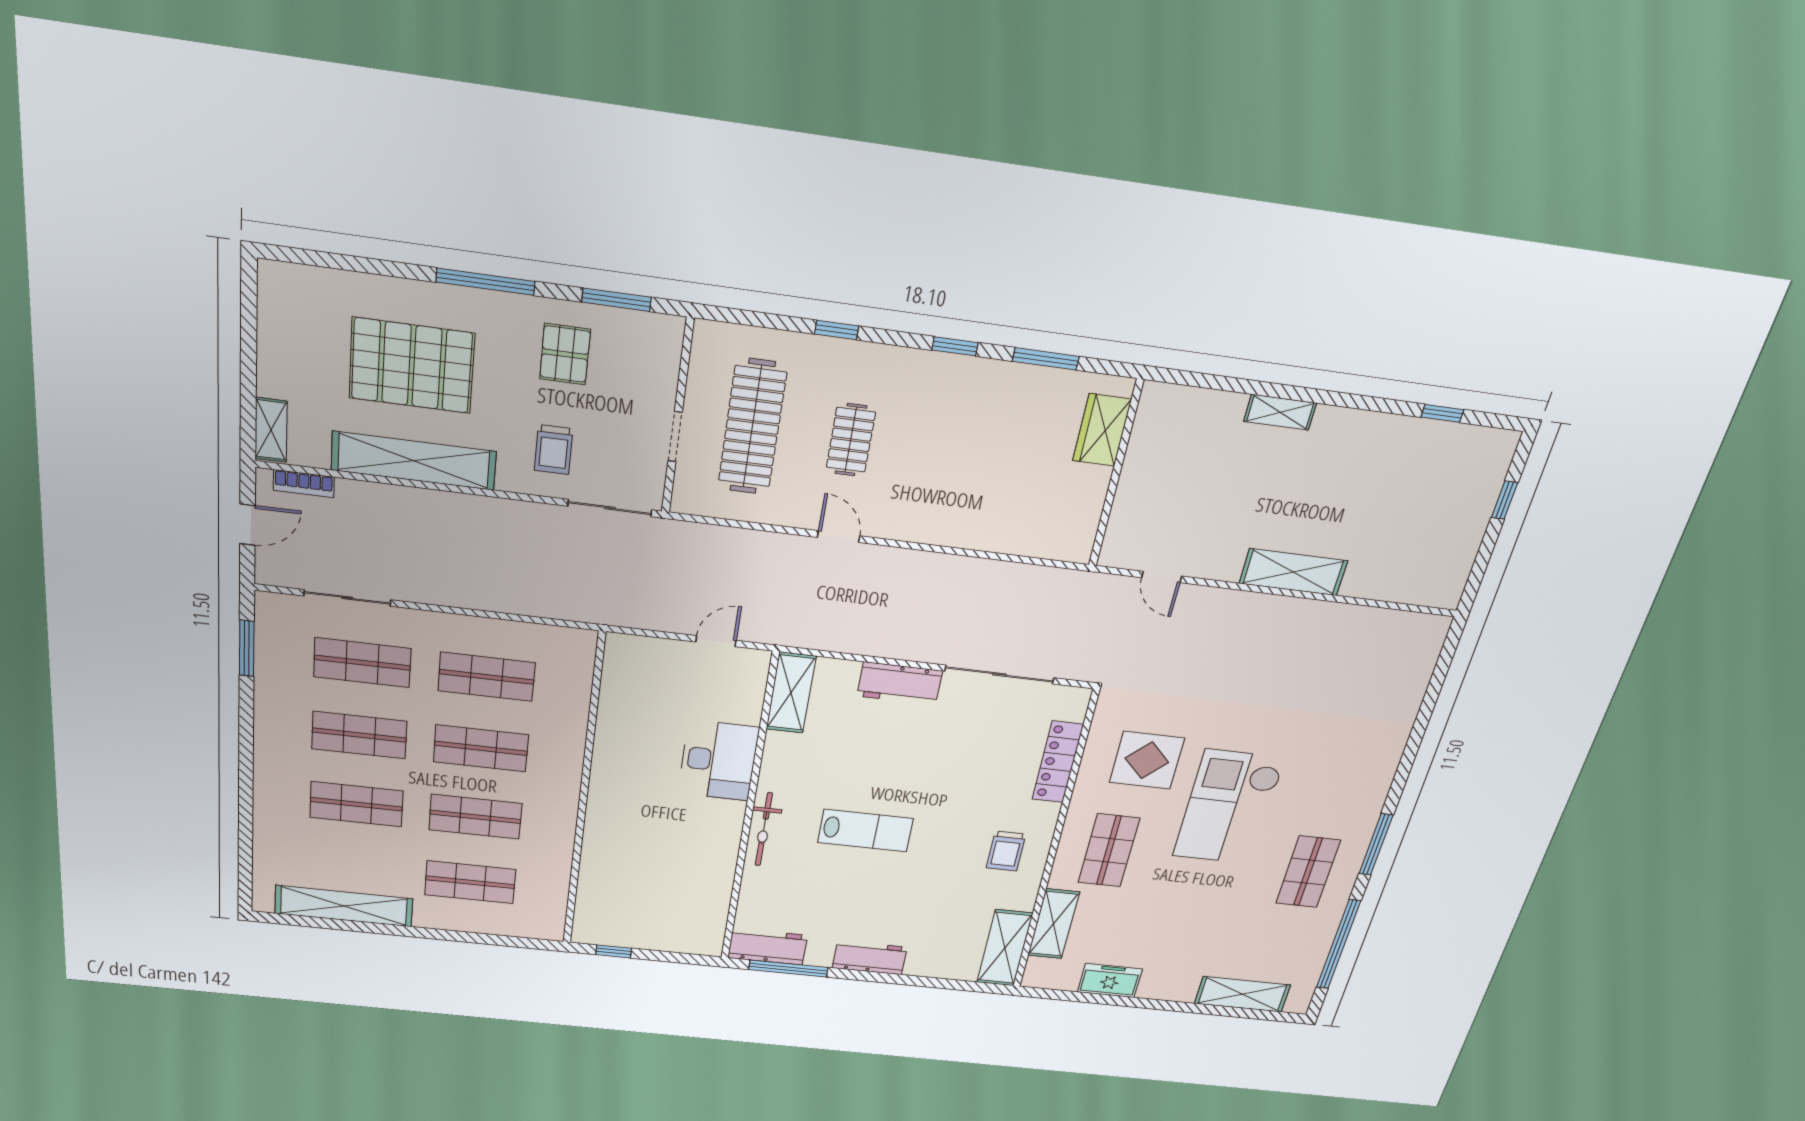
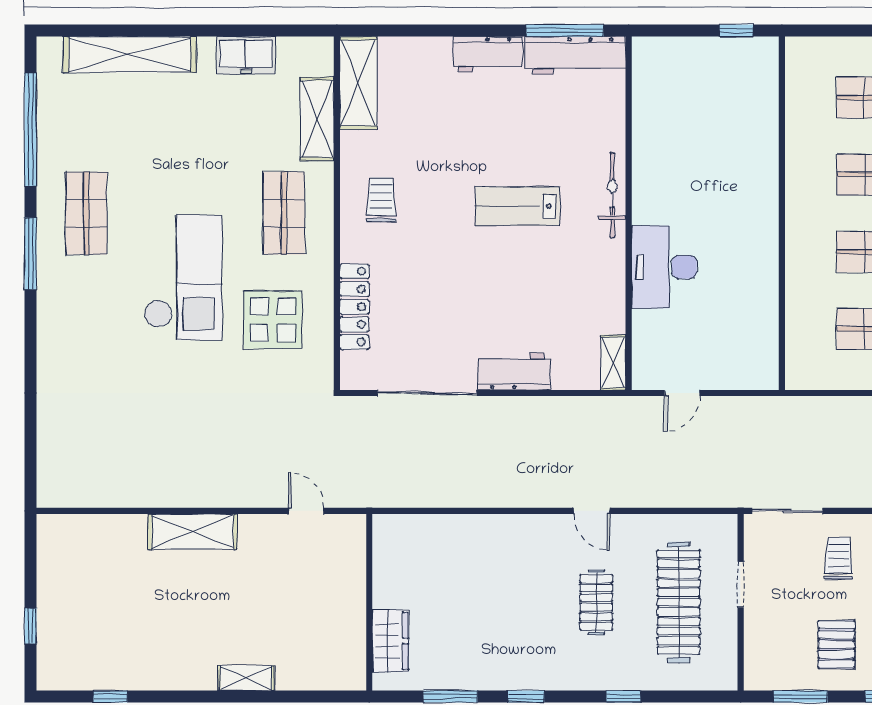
shelving: (791, 693) -> (613, 362), width x0.67, depth x0.75
workbench: (768, 947) -> (575, 55), width x1.38
shelving: (1242, 994) -> (130, 55), width x1.47

